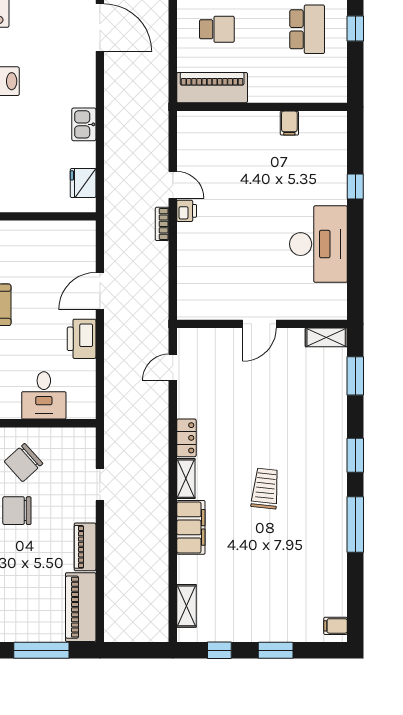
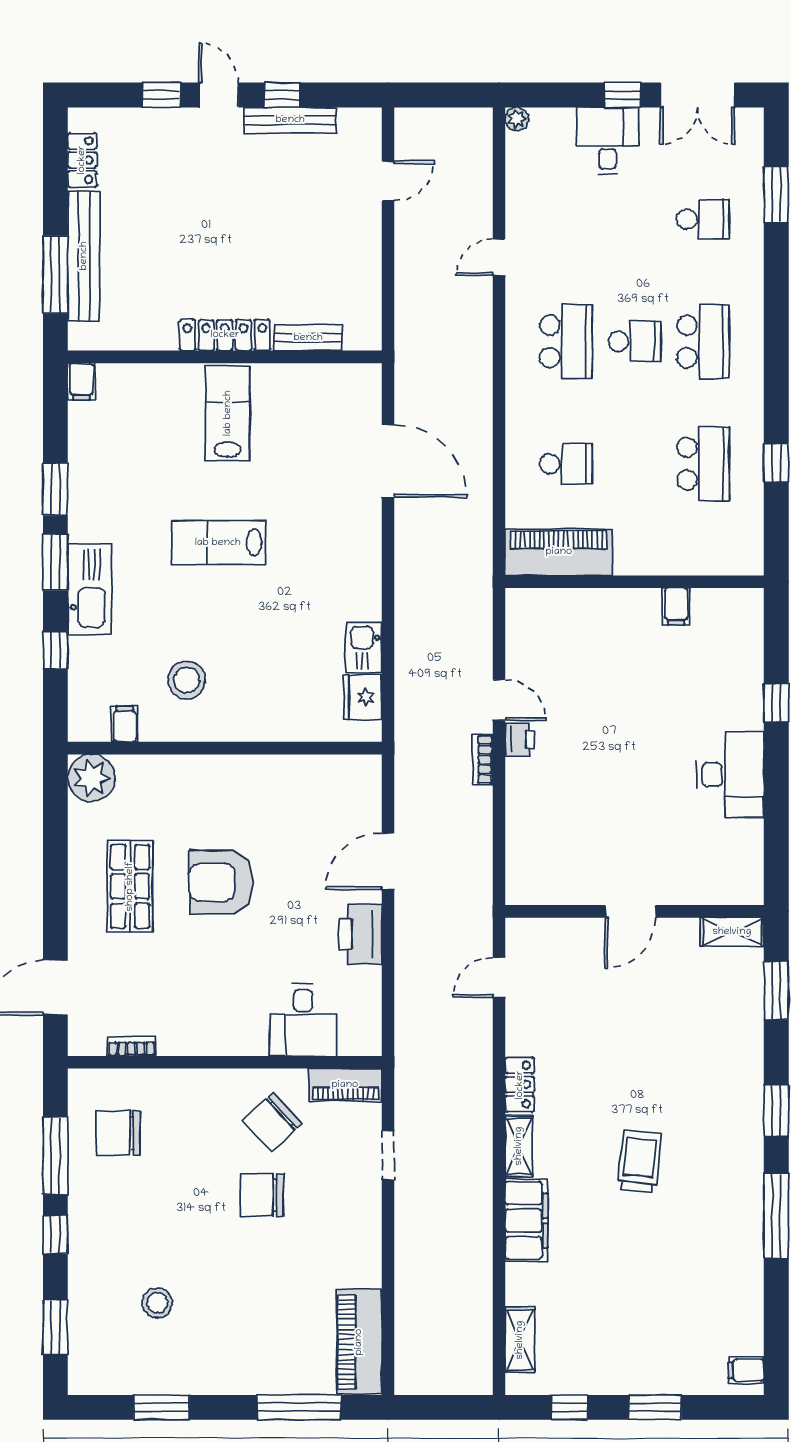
kitchen sink: (84, 124) -> (364, 648), moved
desk: (318, 244) -> (730, 775), width x0.73, depth x0.77
piano: (85, 547) -> (345, 1085), moved, turned -90

